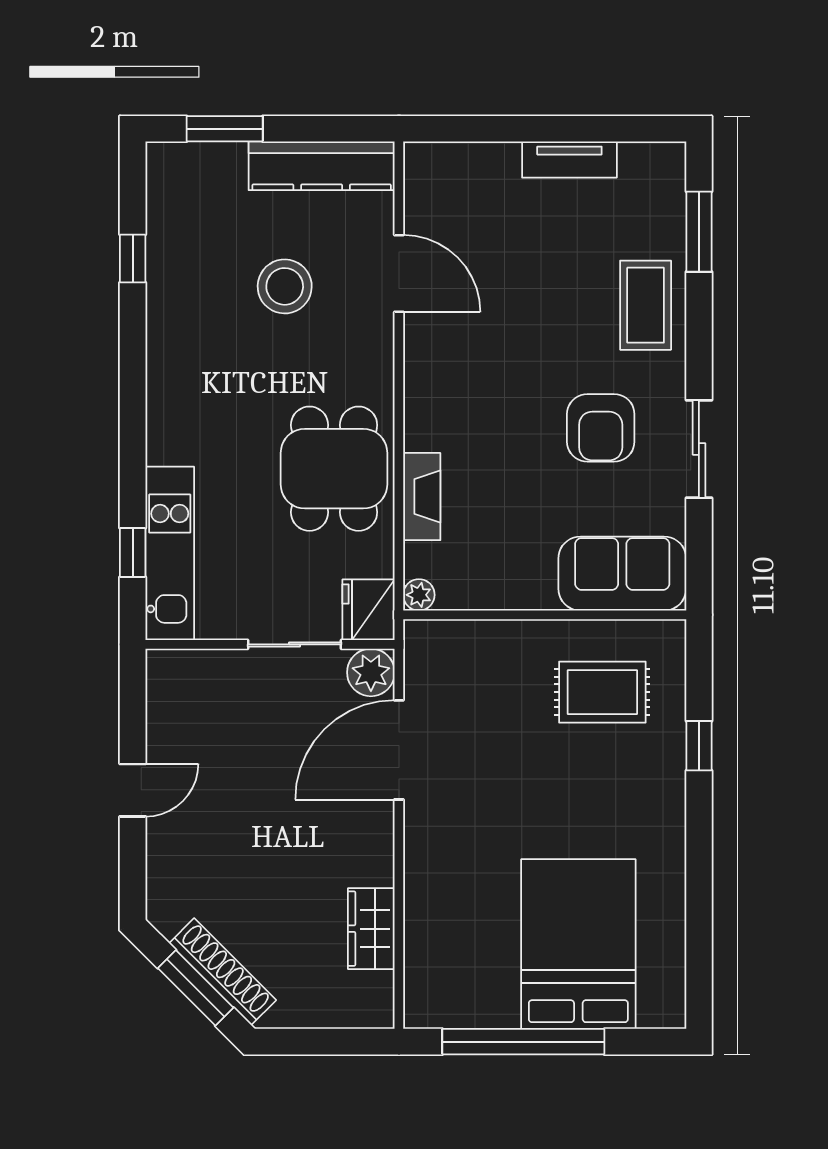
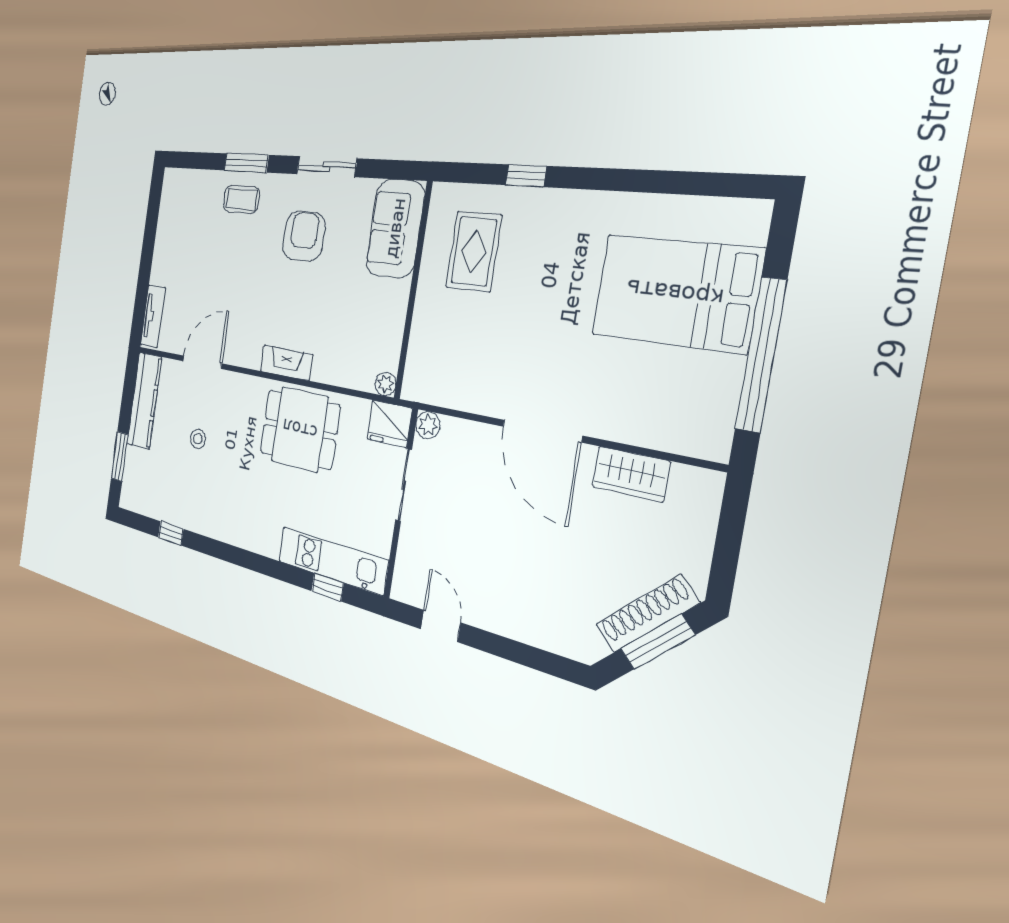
tv unit: (569, 160) -> (153, 316), moved
window: (699, 232) -> (246, 163), moved
stool: (285, 286) -> (198, 439), width x0.53, depth x0.53
coffee table: (646, 305) -> (241, 199), width x0.73, depth x0.77
armchair: (601, 428) -> (304, 236), turned -90
fireplace: (422, 497) -> (286, 363), moved
plant: (371, 672) -> (428, 425), width x0.73, depth x0.73
door: (399, 750) -> (542, 431), moved
door: (133, 790) -> (440, 626), moved

